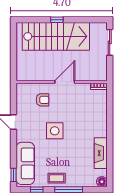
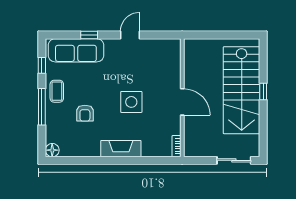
armchair: (43, 100) -> (85, 113), moved
side table: (55, 131) -> (131, 102), moved
fireplace: (101, 153) -> (121, 149), moved
window: (14, 175) -> (89, 35), moved

